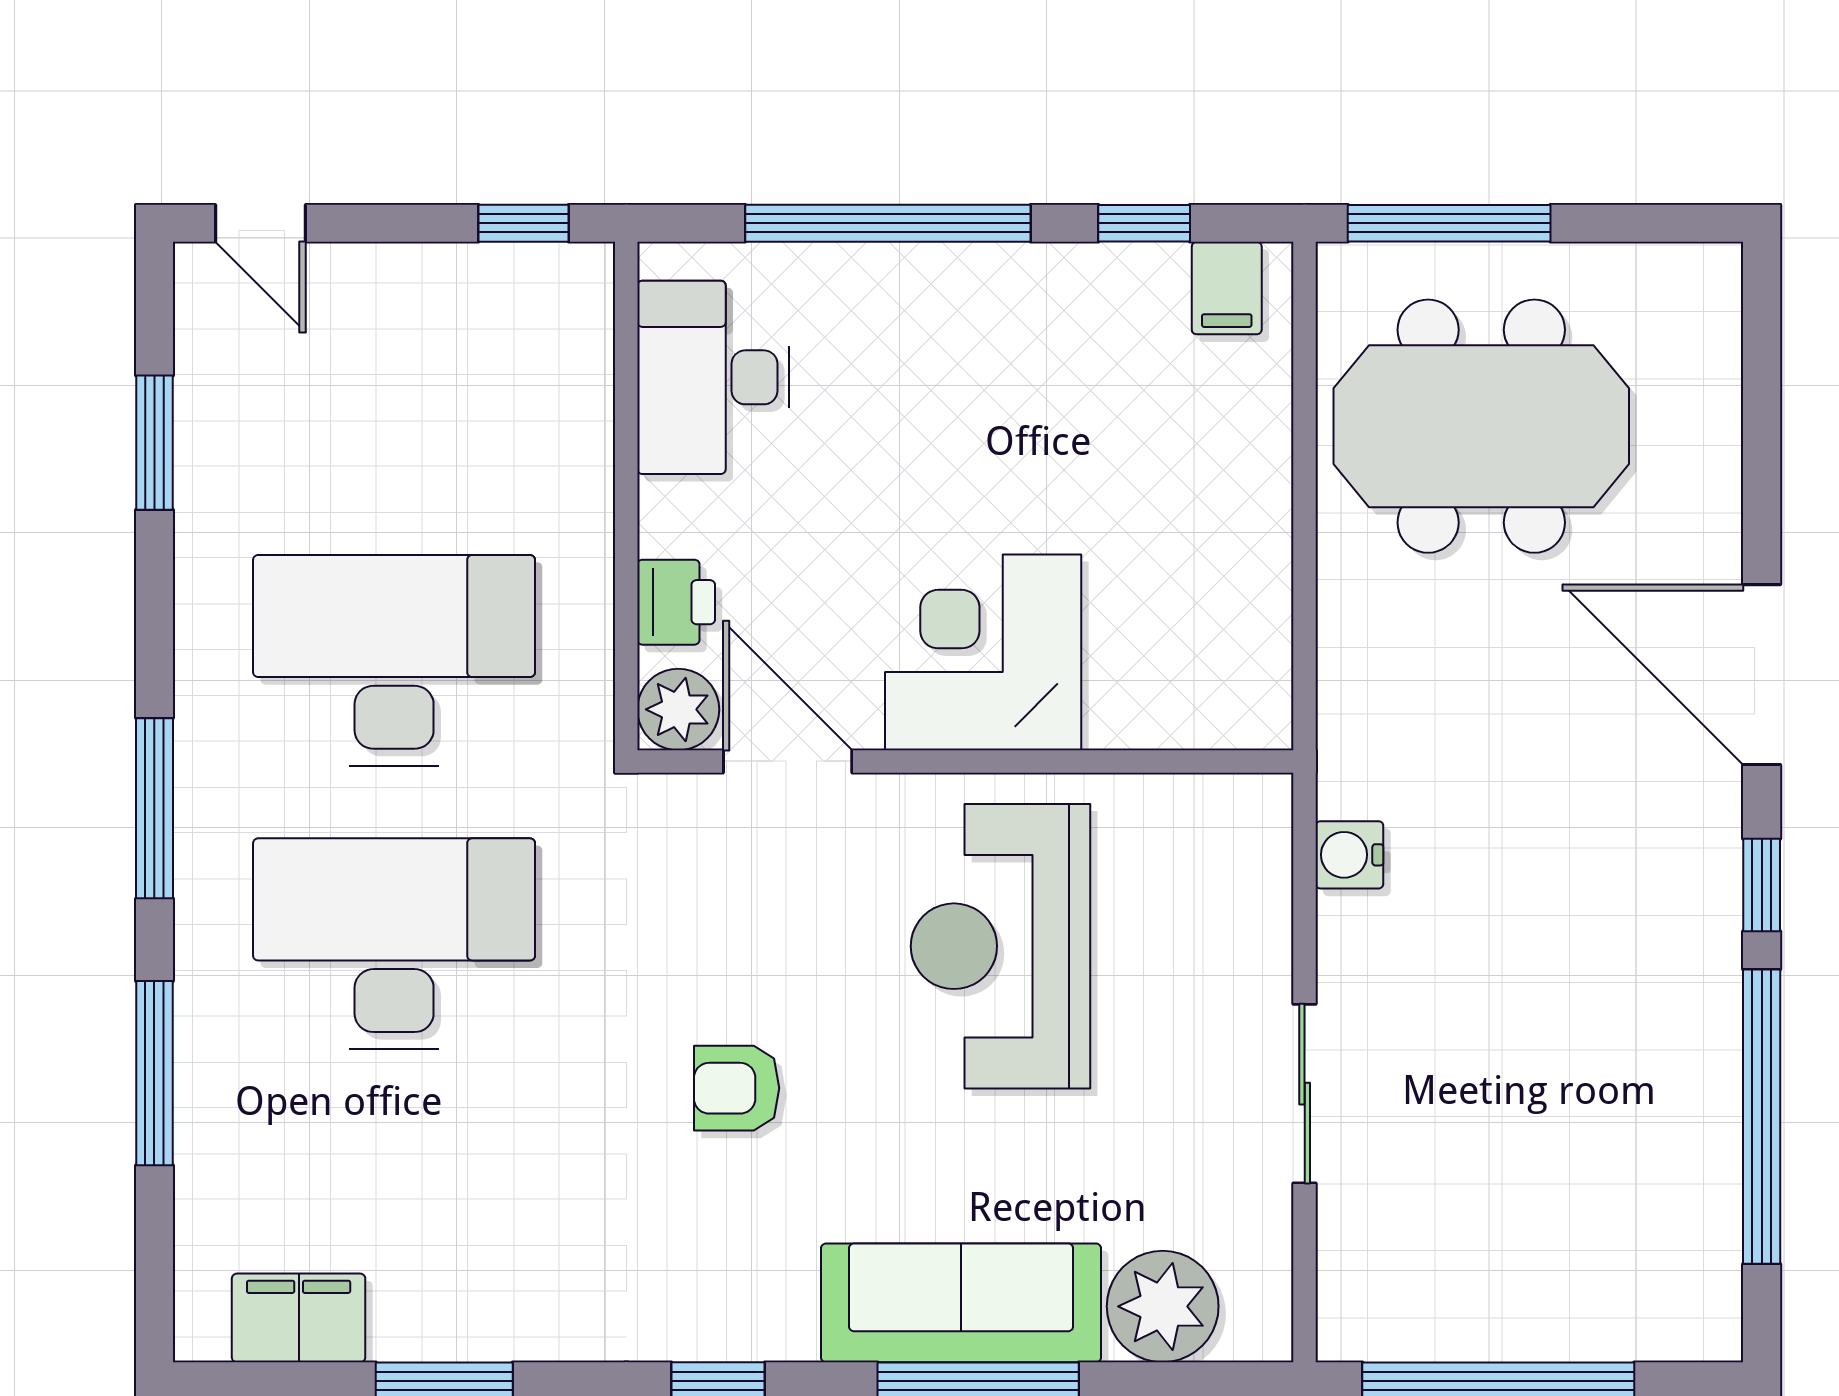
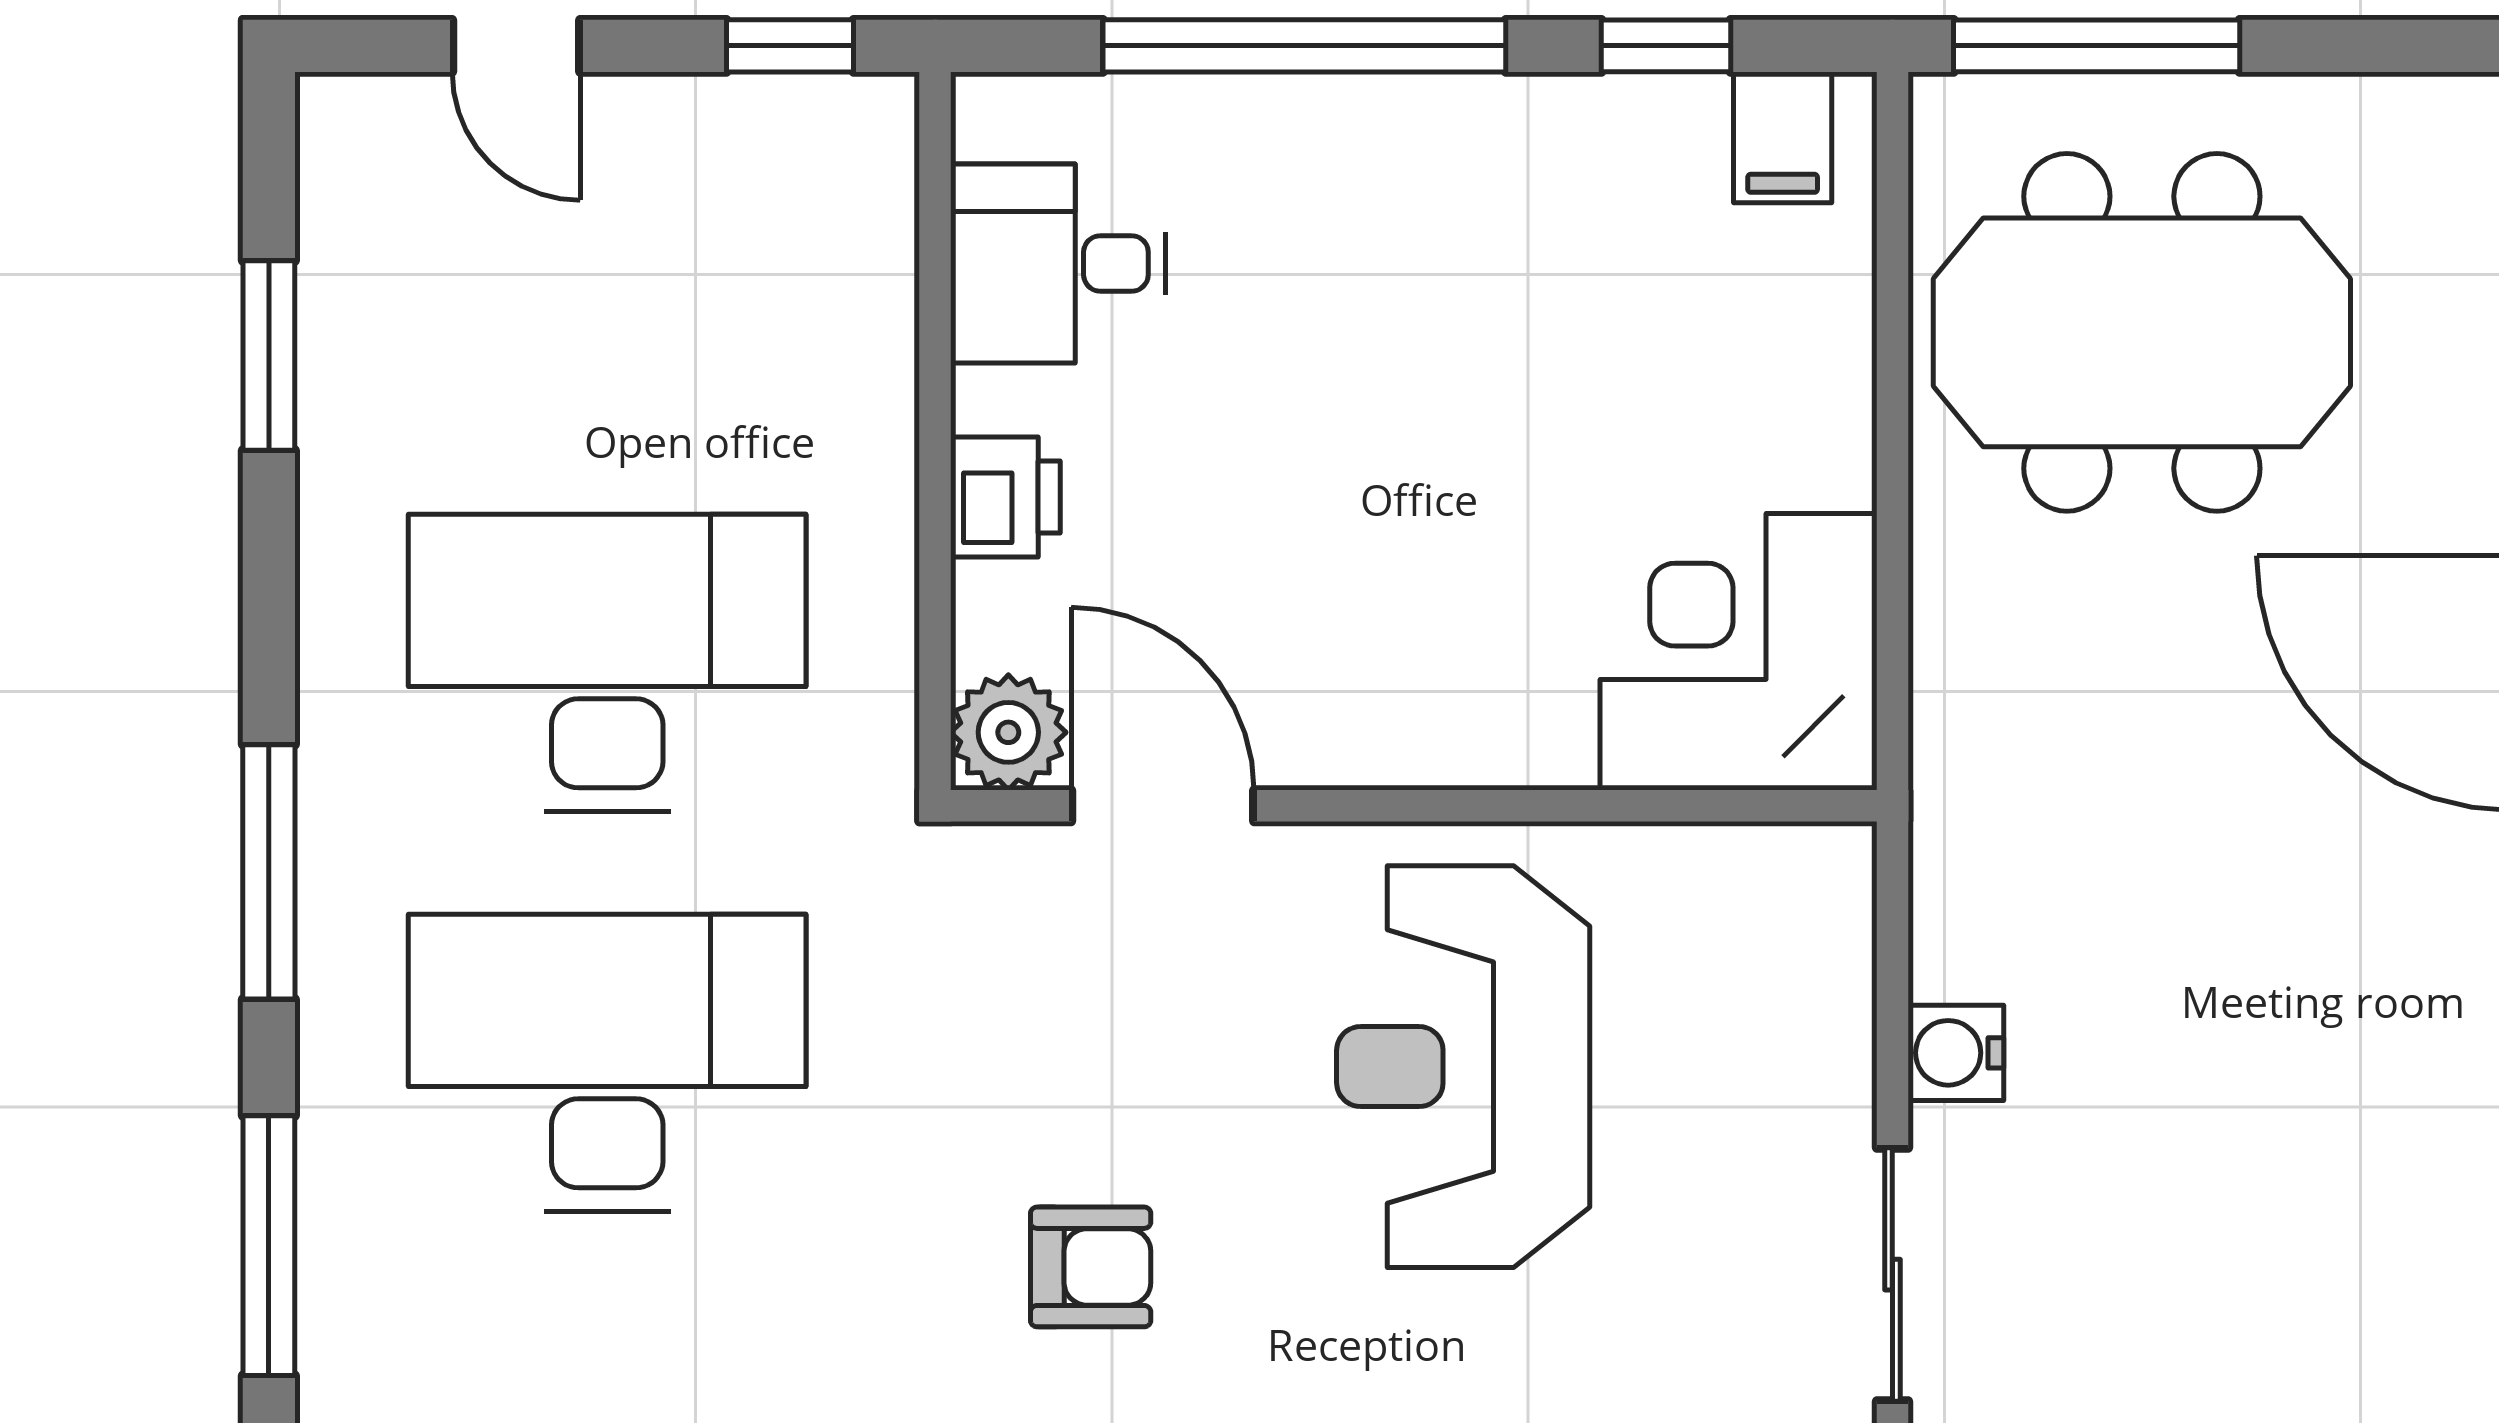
door: (260, 223) -> (516, 46), moved
desk: (713, 377) -> (1058, 263), width x0.73
printer: (676, 602) -> (1005, 497), moved
corner desk: (983, 652) -> (1738, 652), moved
water cooler: (1349, 855) -> (1956, 1053), moved
armchair: (737, 1088) -> (1091, 1267), turned 180

